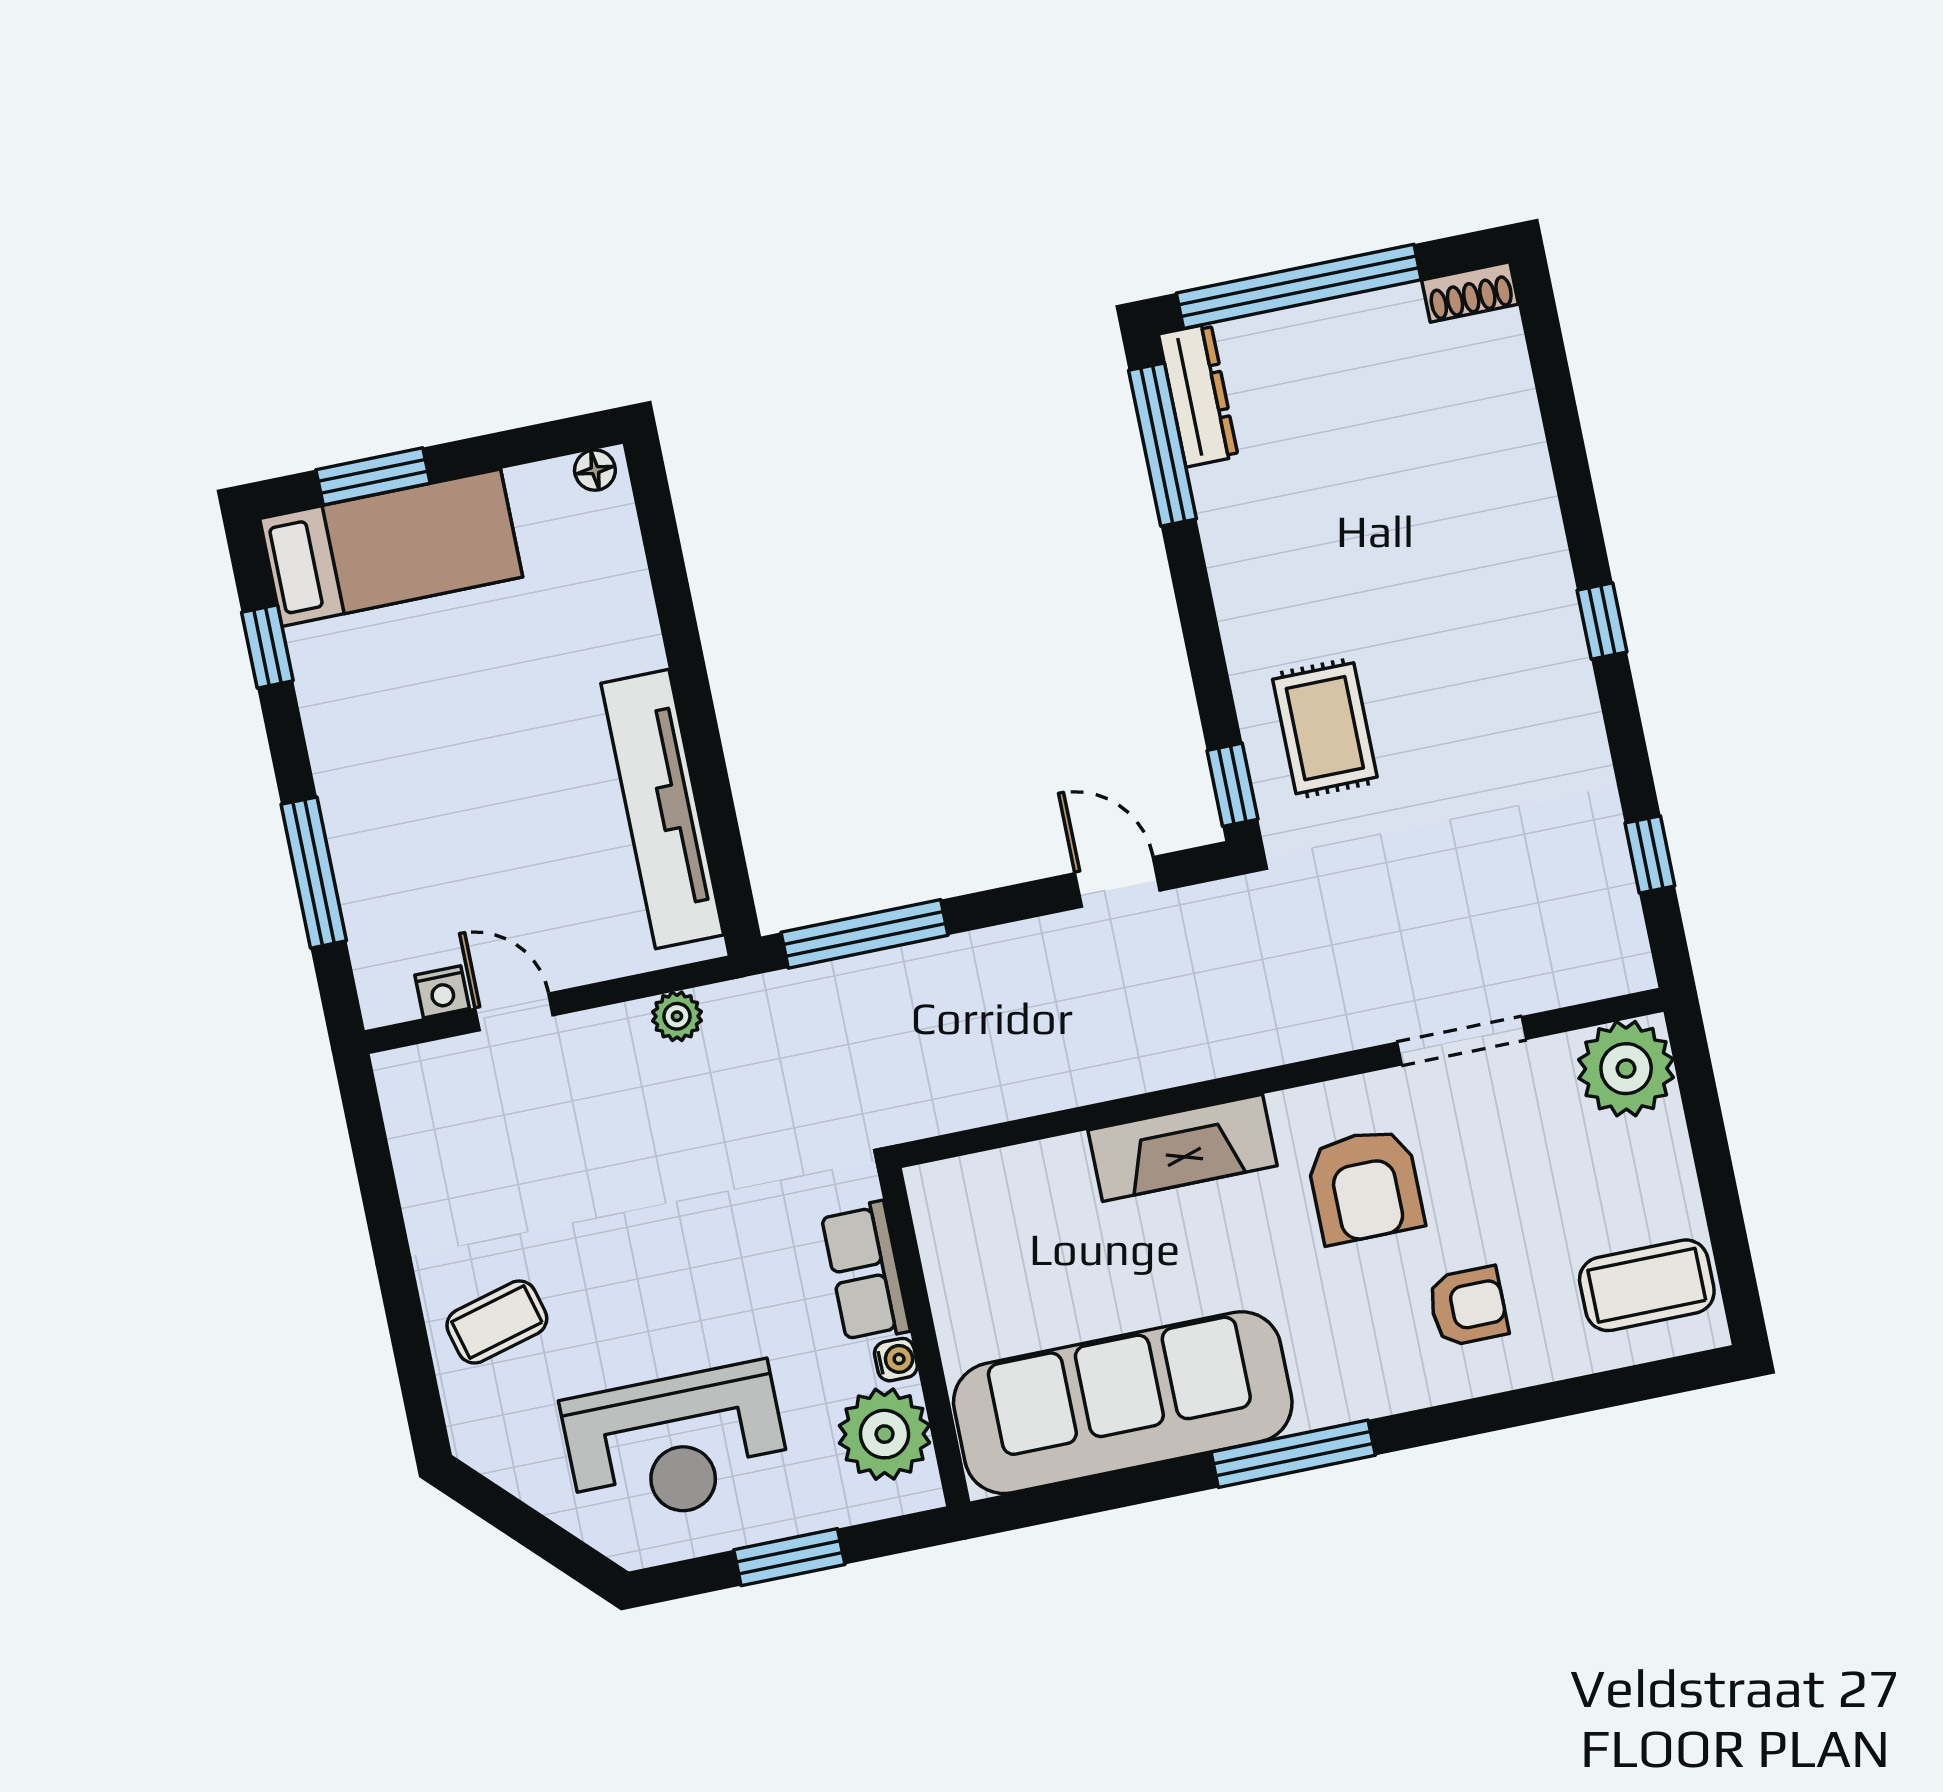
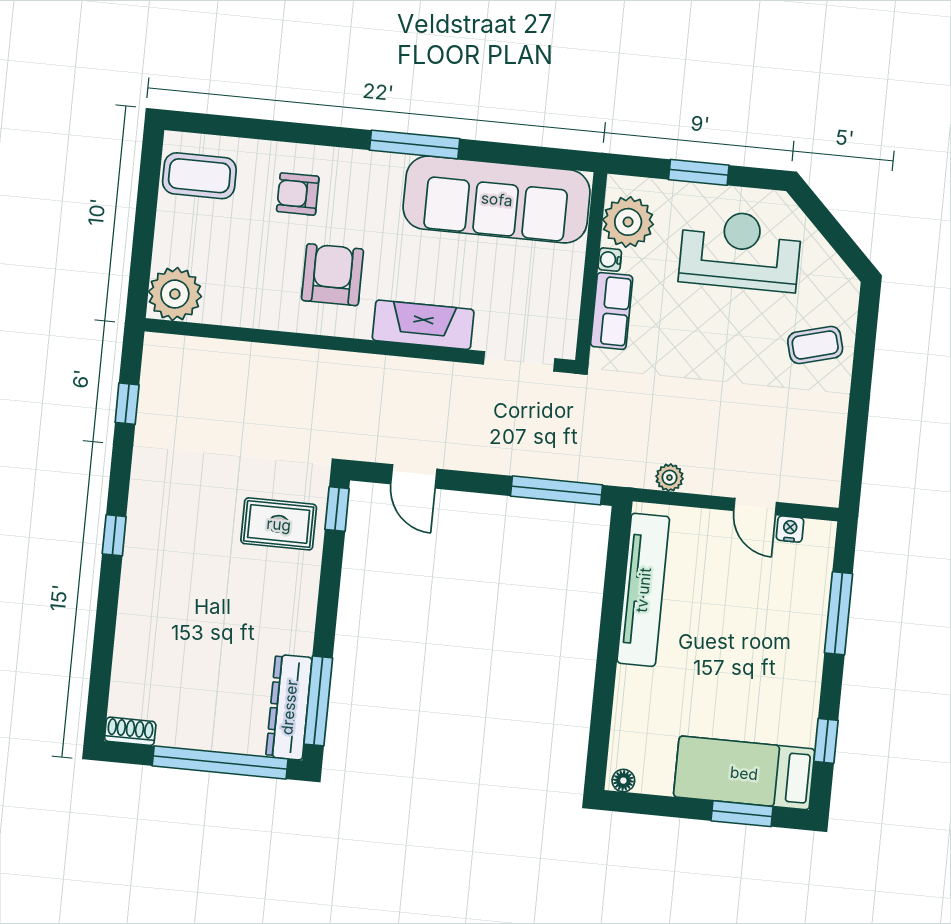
dresser: (1198, 395) -> (289, 707), width x1.37, depth x1.24
rug: (1325, 728) -> (279, 524), turned 90
doorway: (1462, 1041) -> (519, 361), moved

